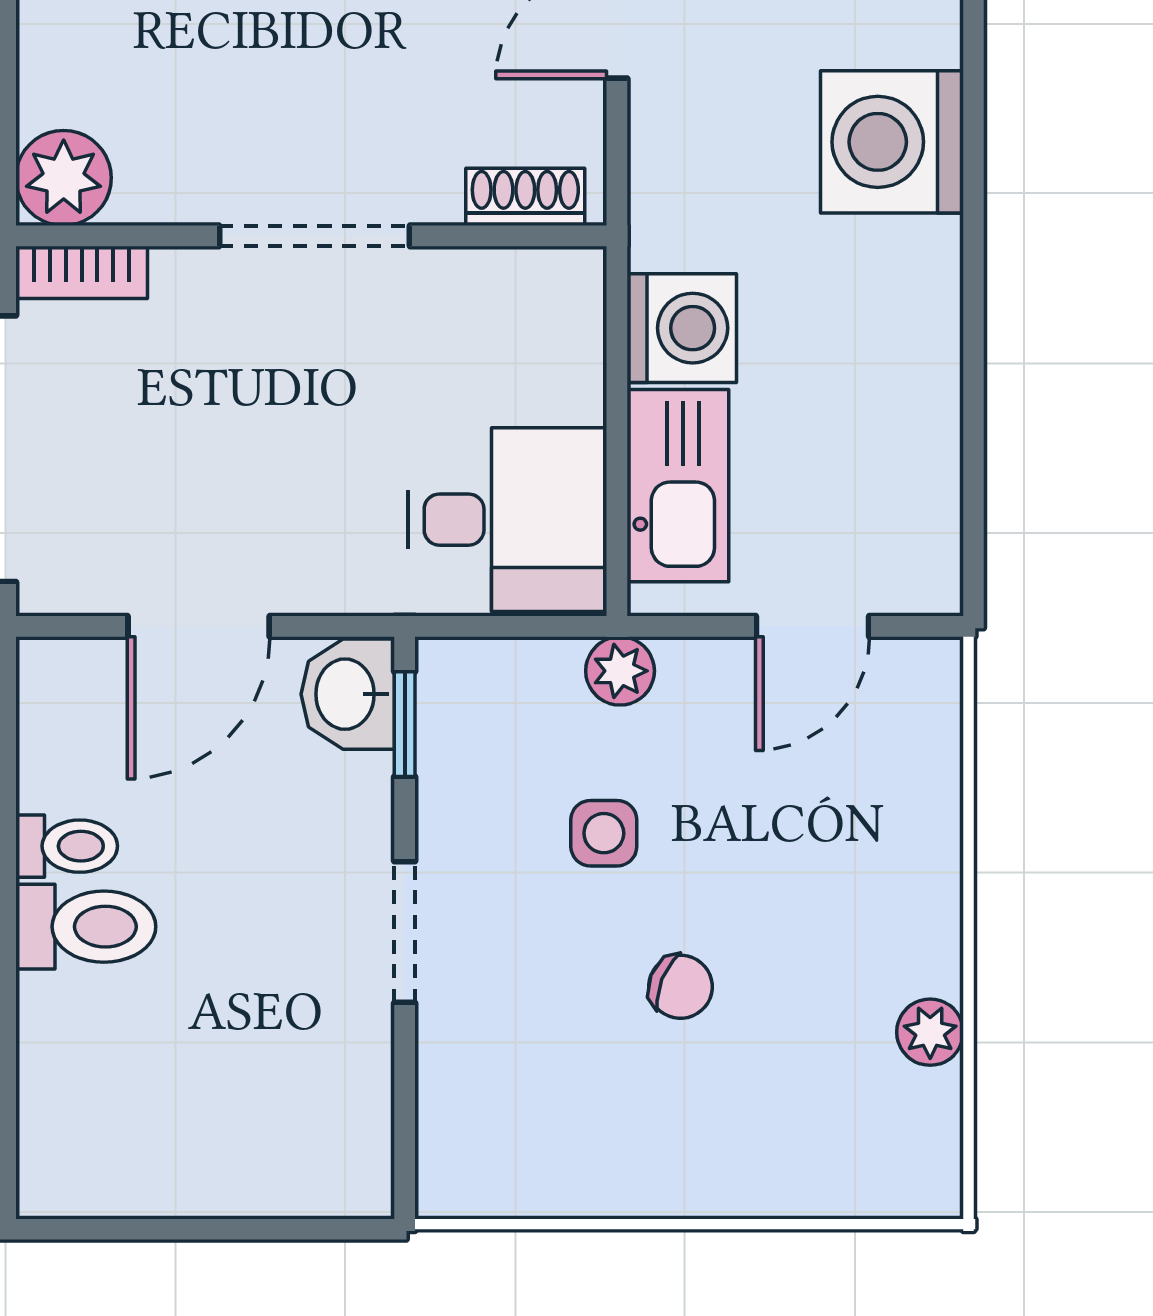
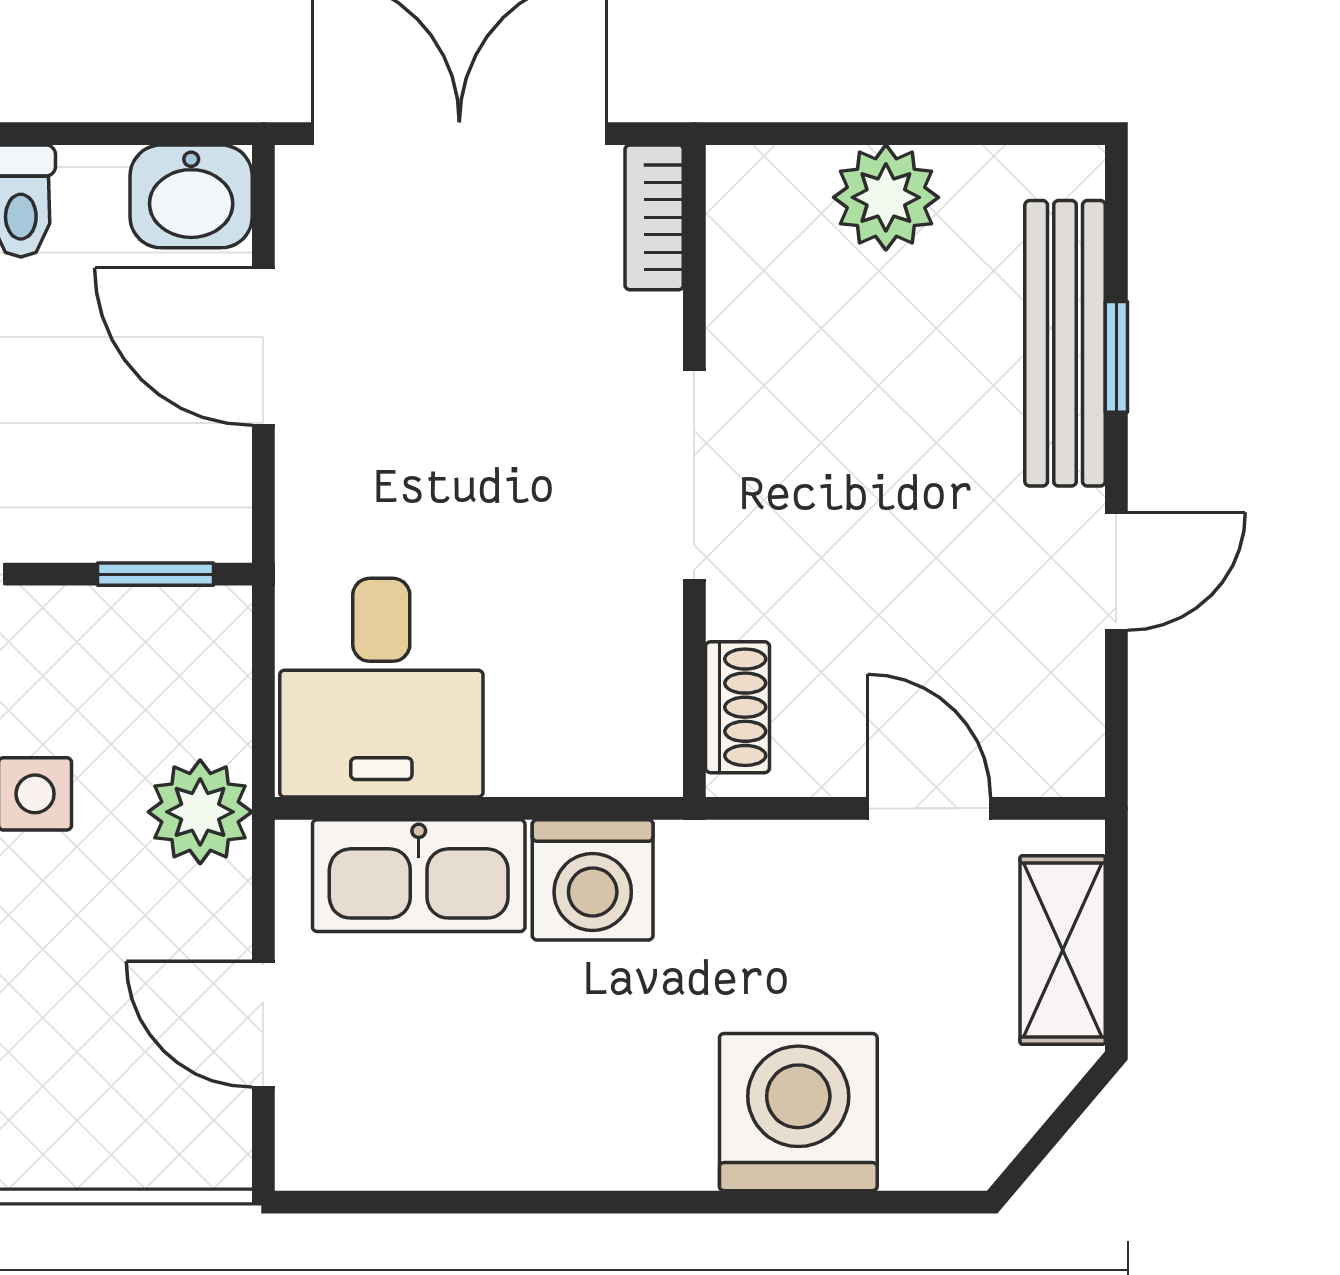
plant: (64, 178) -> (886, 197), moved
plant: (620, 671) -> (200, 812), width x1.38, depth x1.38
washbasin: (348, 694) -> (191, 196), moved, turned 180

